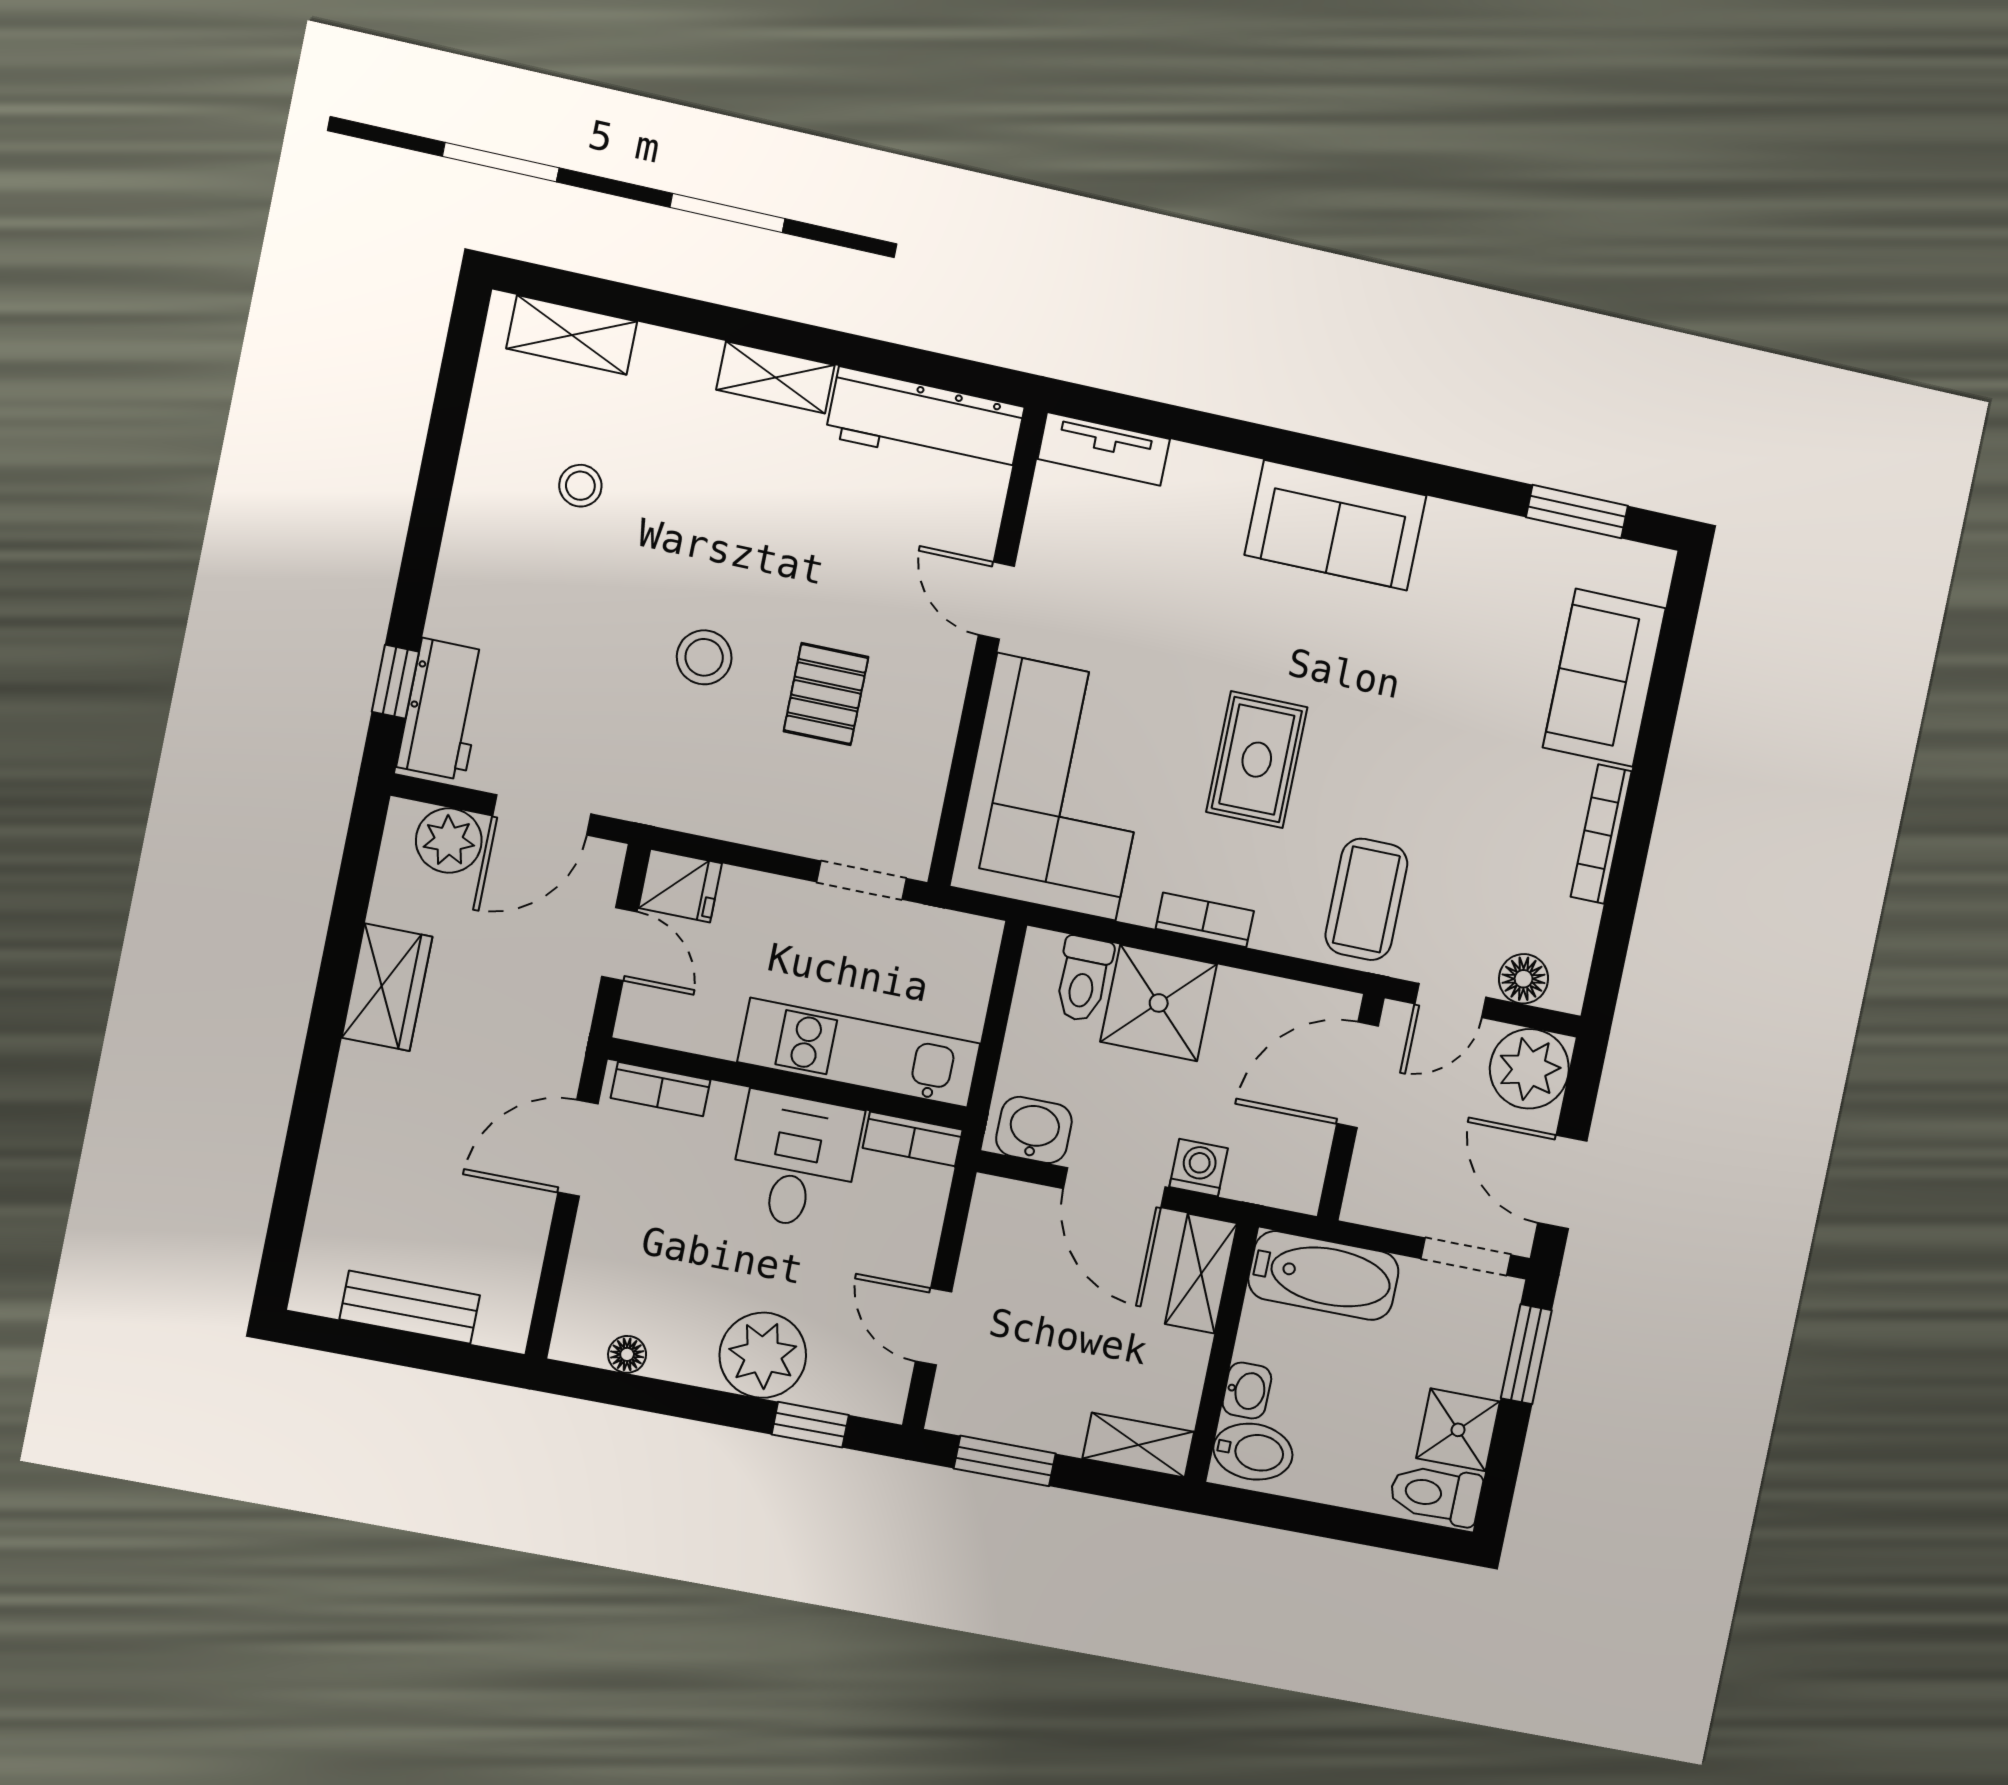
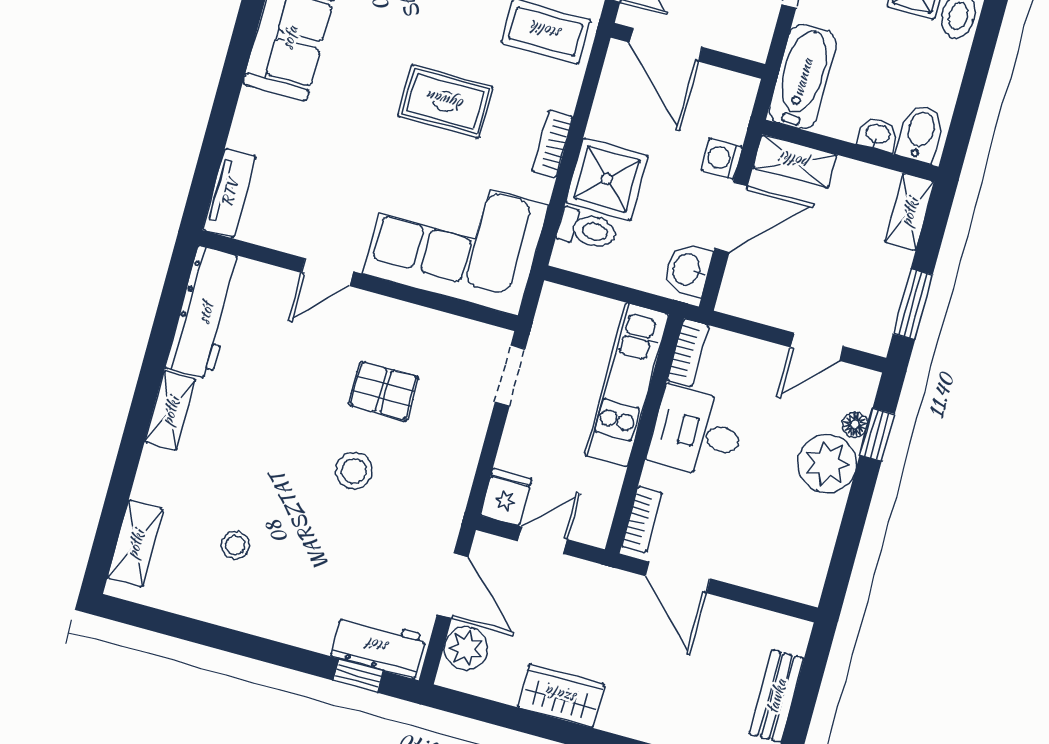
floor lamp: (627, 1354) -> (855, 425), moved

